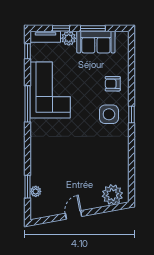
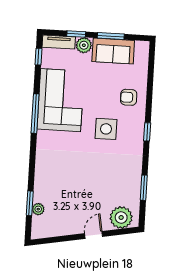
side table: (109, 114) -> (106, 129), moved
window: (132, 166) -> (144, 188), added
door: (74, 215) -> (94, 235), moved

